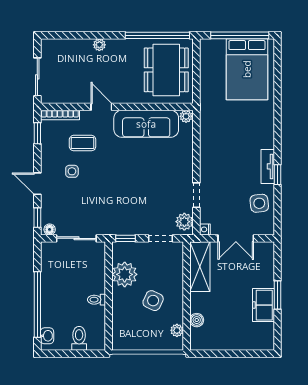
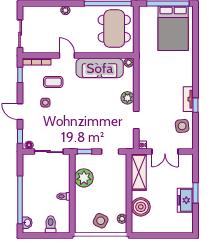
plant: (184, 222) -> (127, 98), moved
side table: (153, 301) -> (101, 221), moved
boiler: (197, 320) -> (141, 207), width x1.86, depth x1.86

